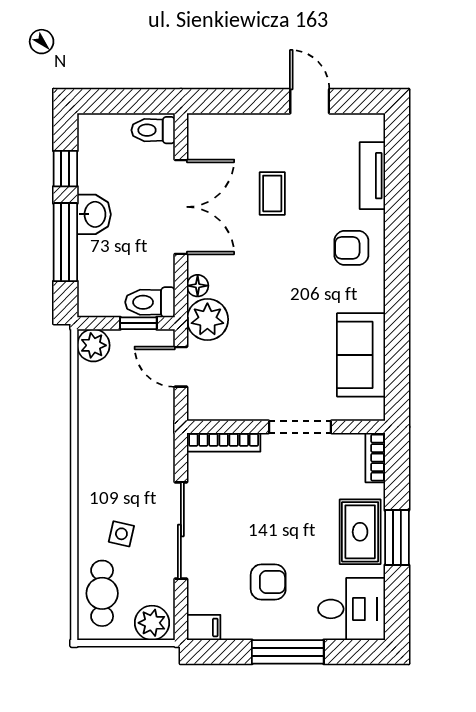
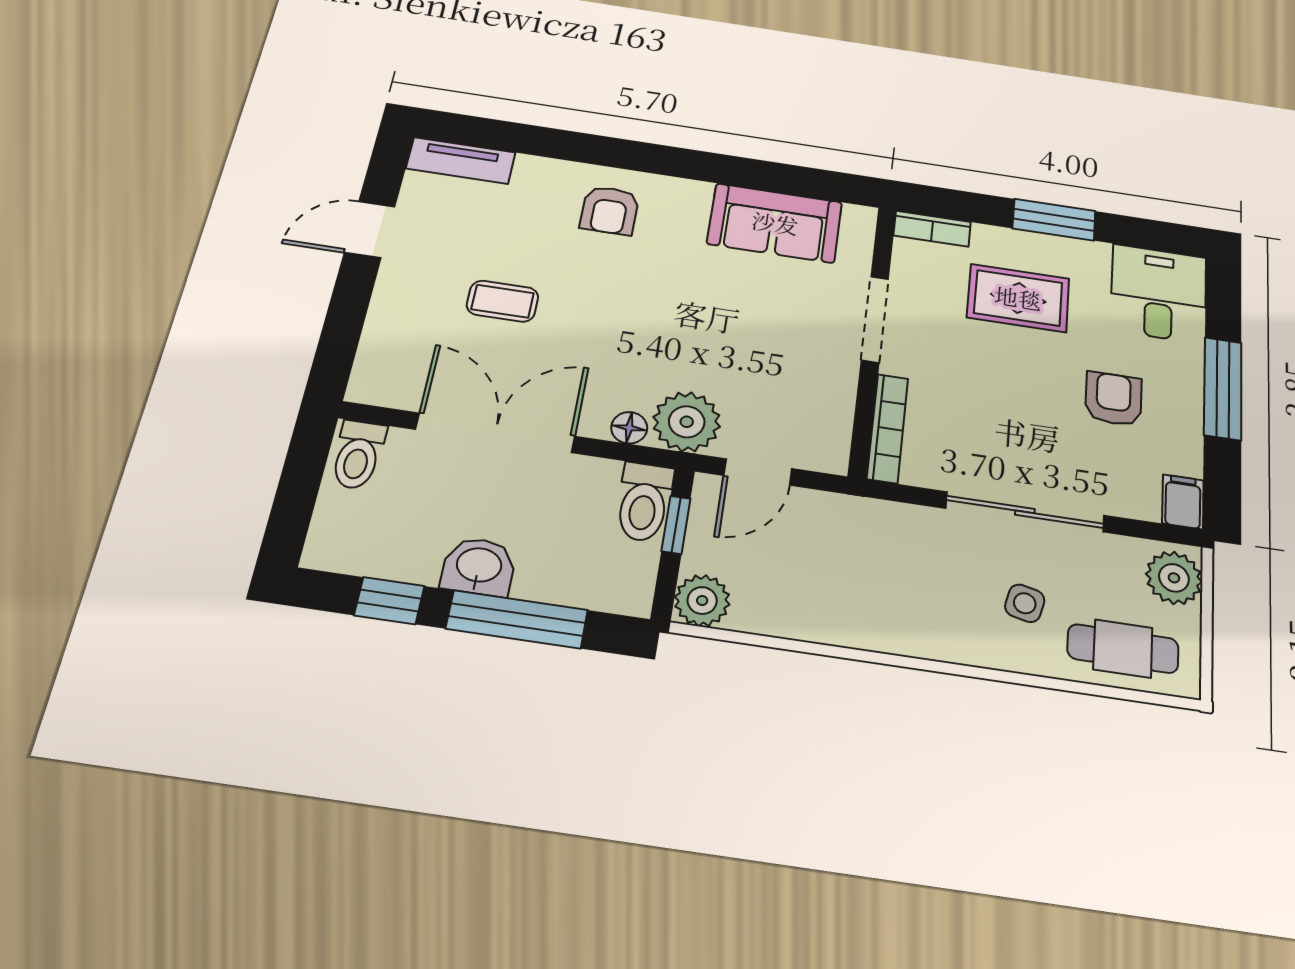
tv unit: (372, 176) -> (461, 161), moved
rug: (360, 532) -> (1018, 298), moved

